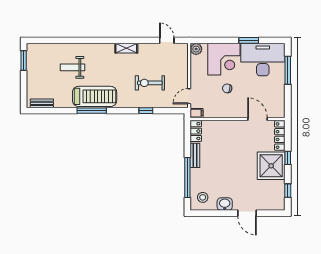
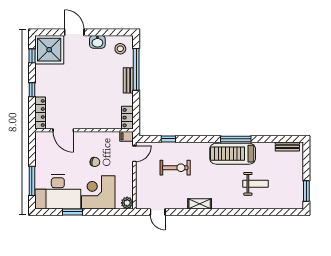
window: (146, 111) -> (168, 139), moved
bench: (195, 155) -> (128, 80), moved
shower: (271, 166) -> (49, 50), moved

